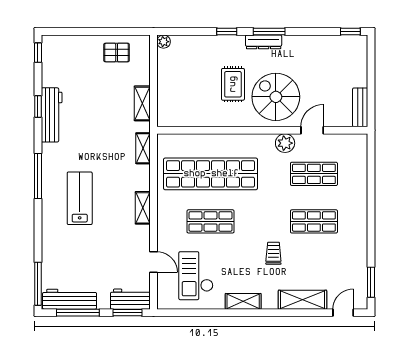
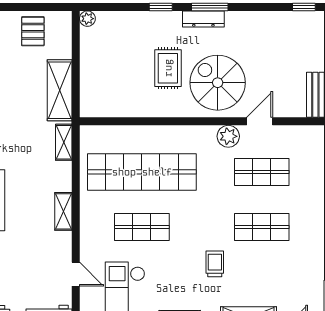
pallet: (117, 52) -> (33, 31), turned 90
shelving: (142, 103) -> (60, 90), width x1.50, depth x1.33

